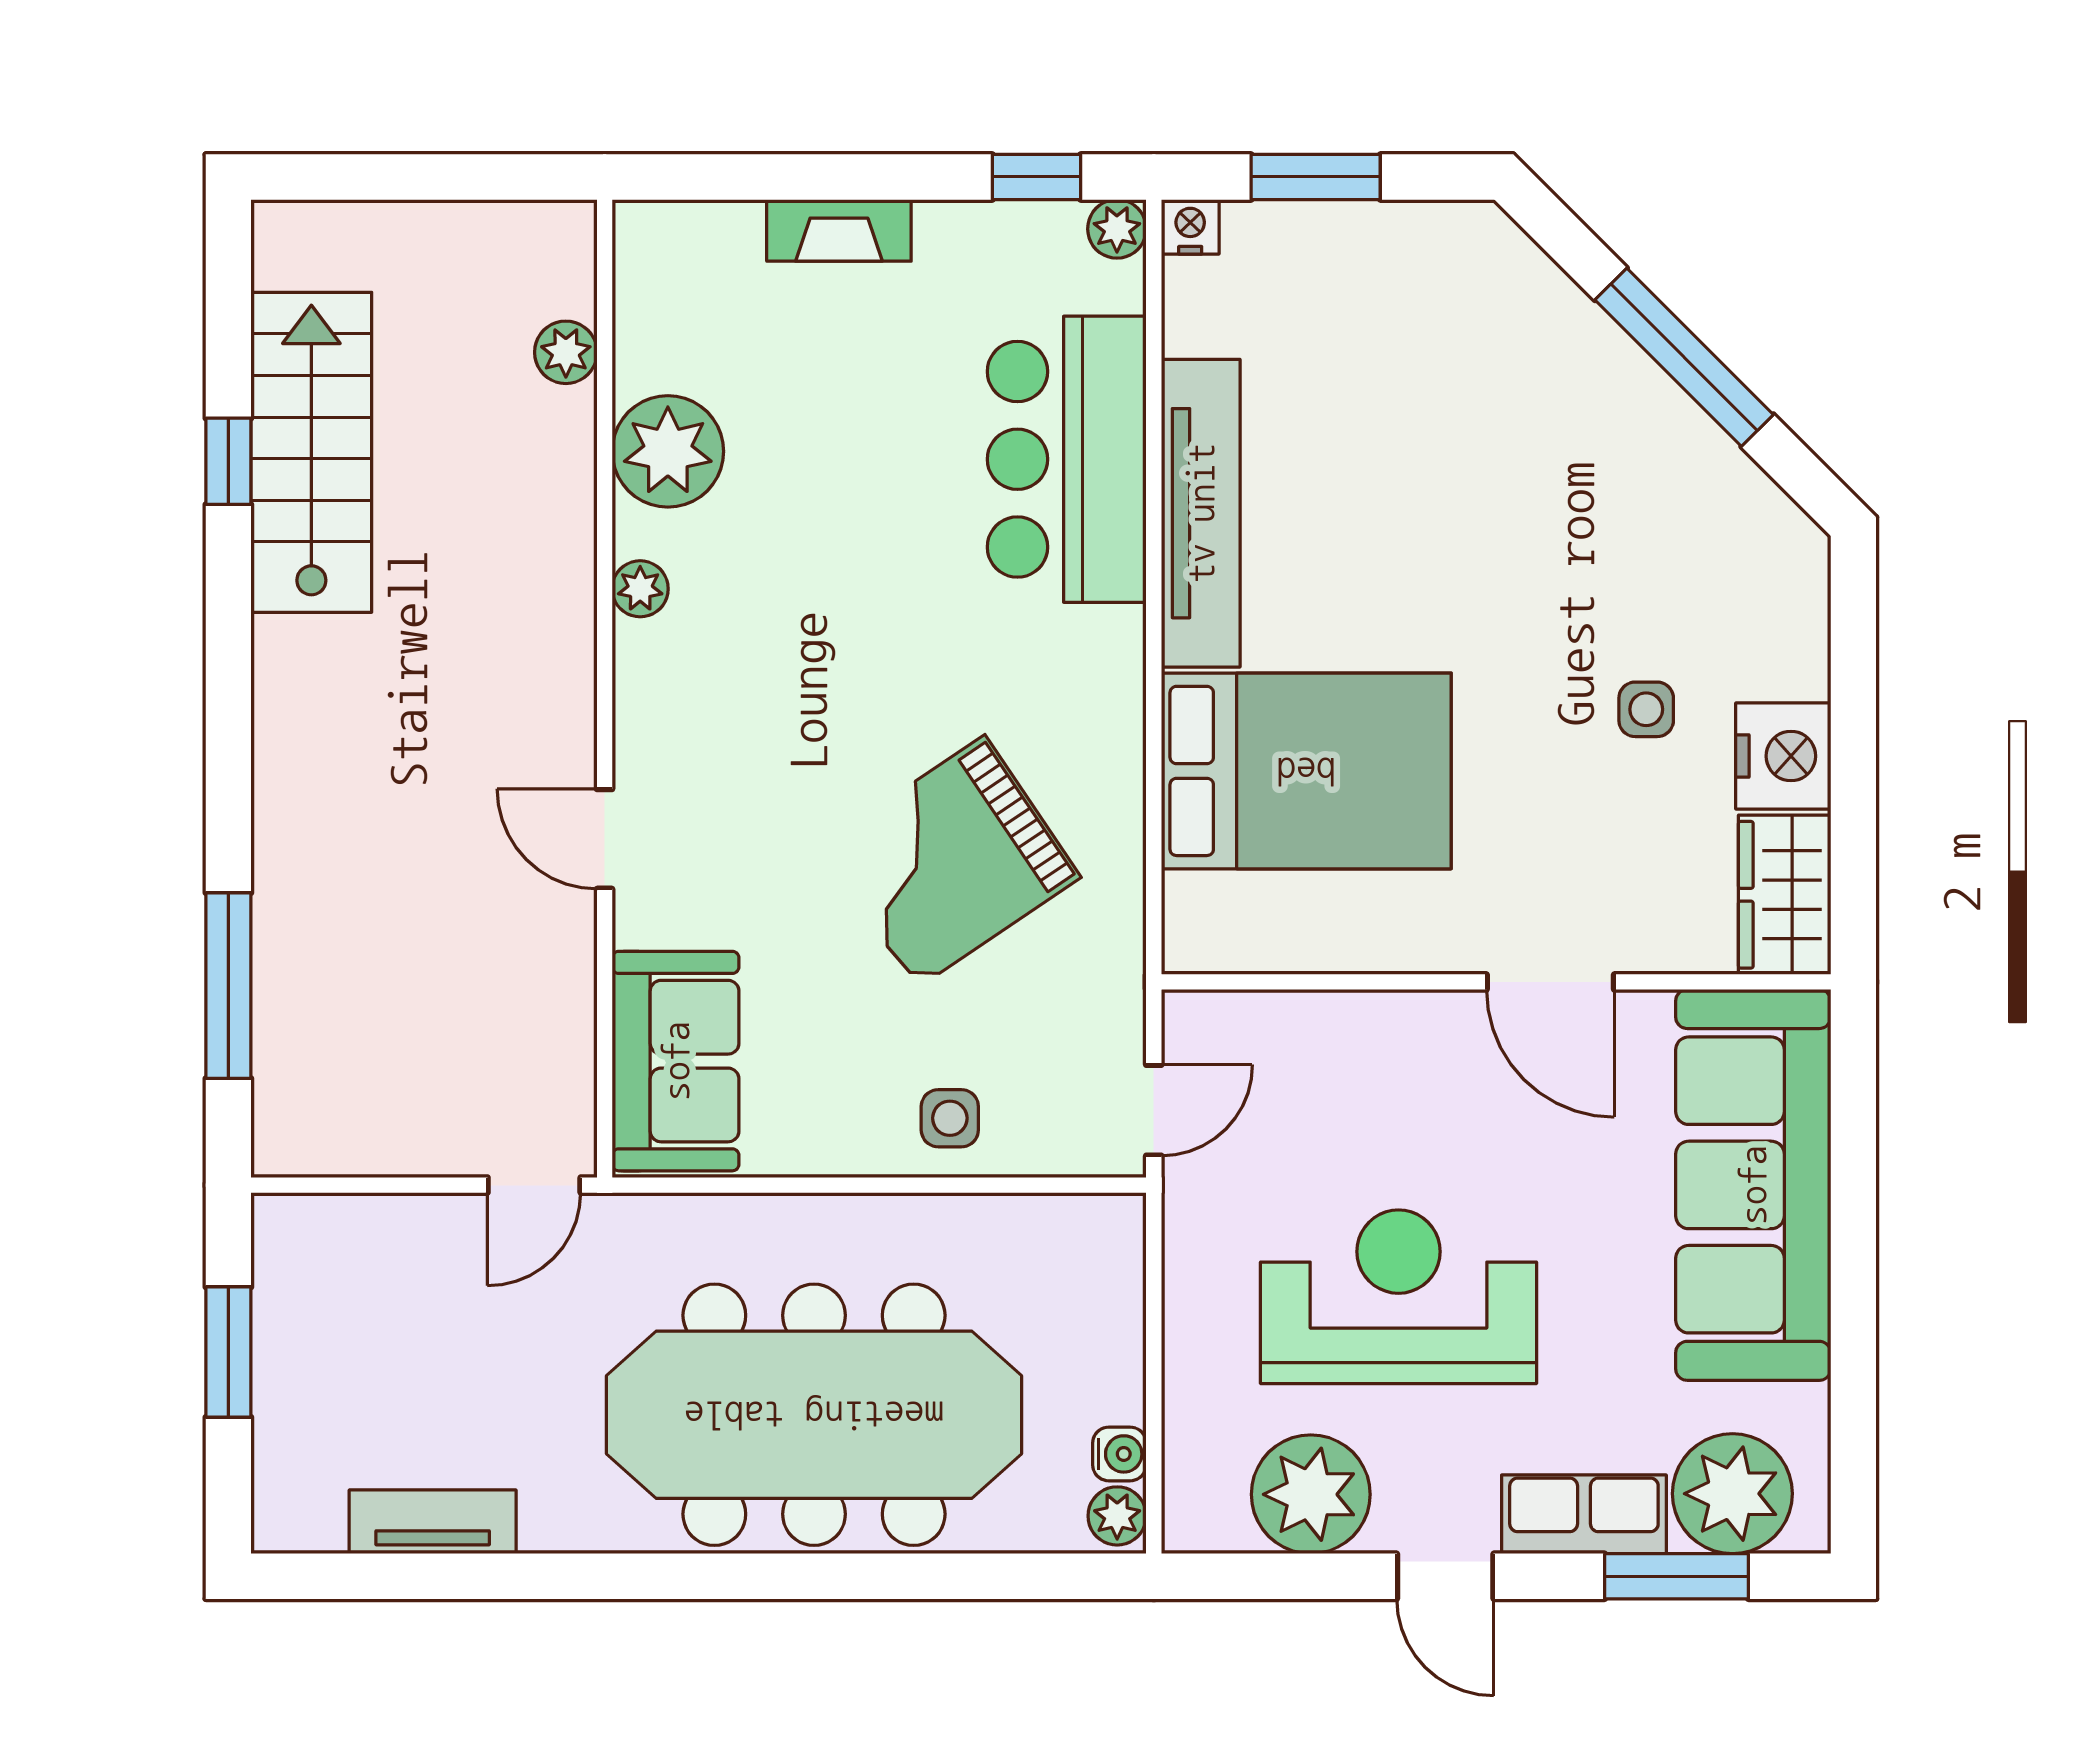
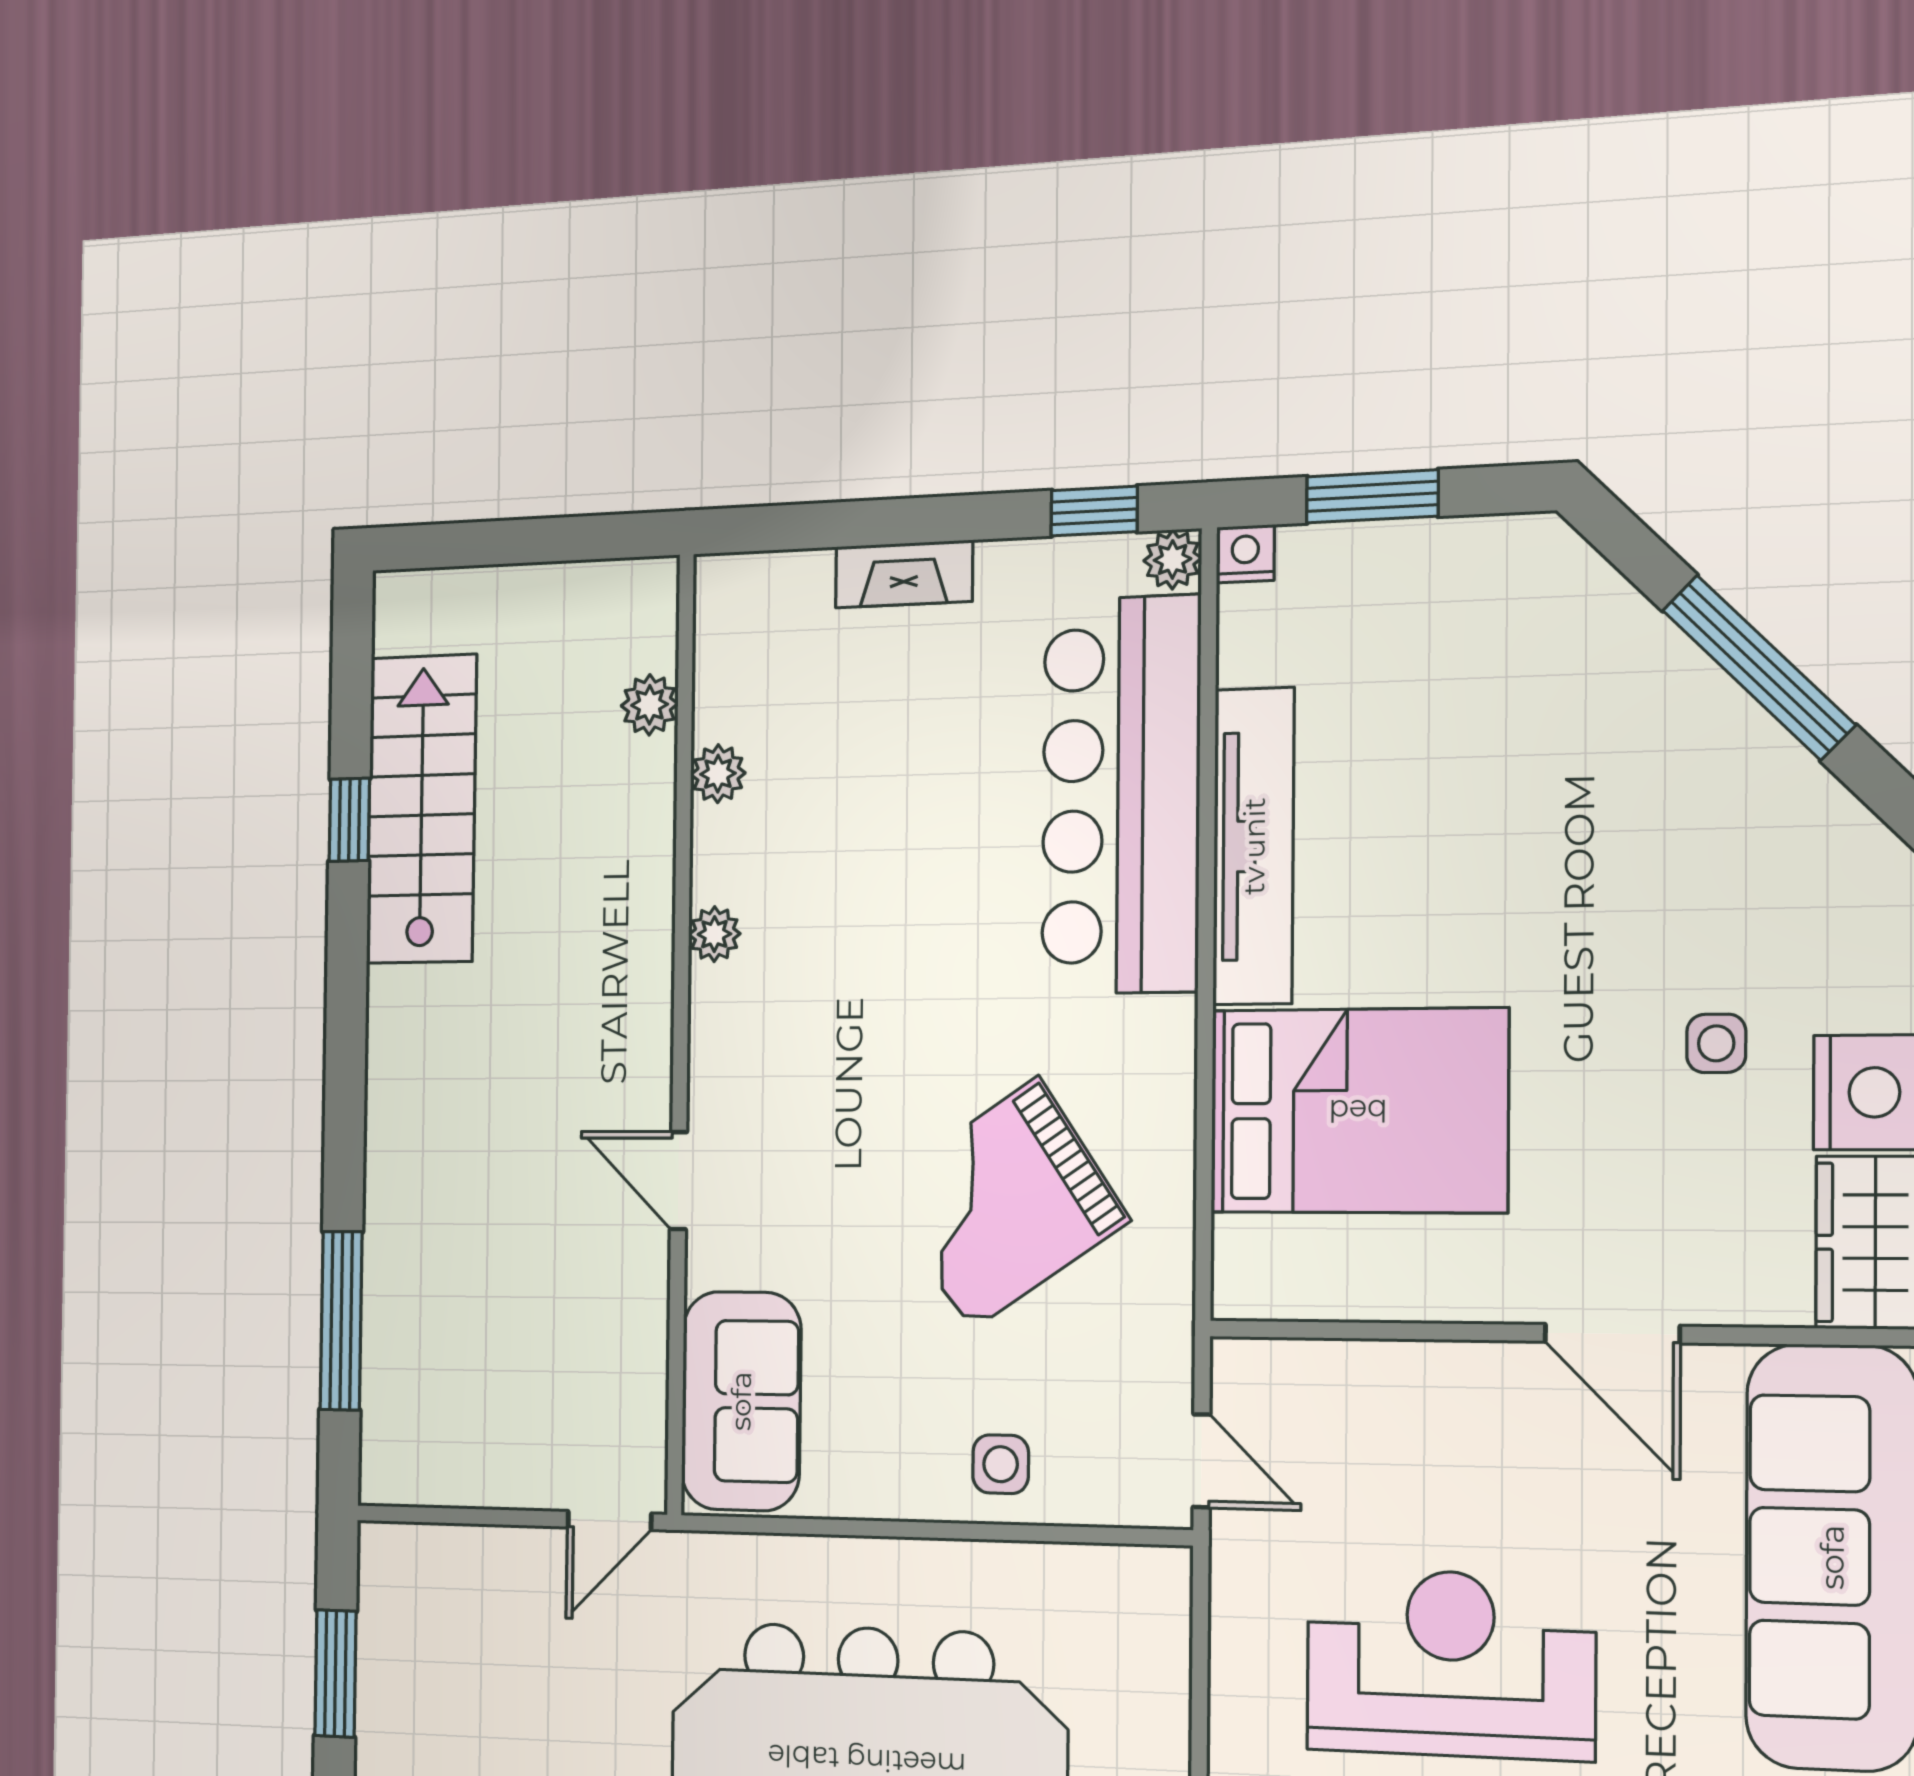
plant: (668, 451) -> (718, 774), width x0.53, depth x0.53
bar counter: (1067, 459) -> (1121, 795), width x1.36
door: (1154, 1110) -> (1202, 1461), hinge flipped

